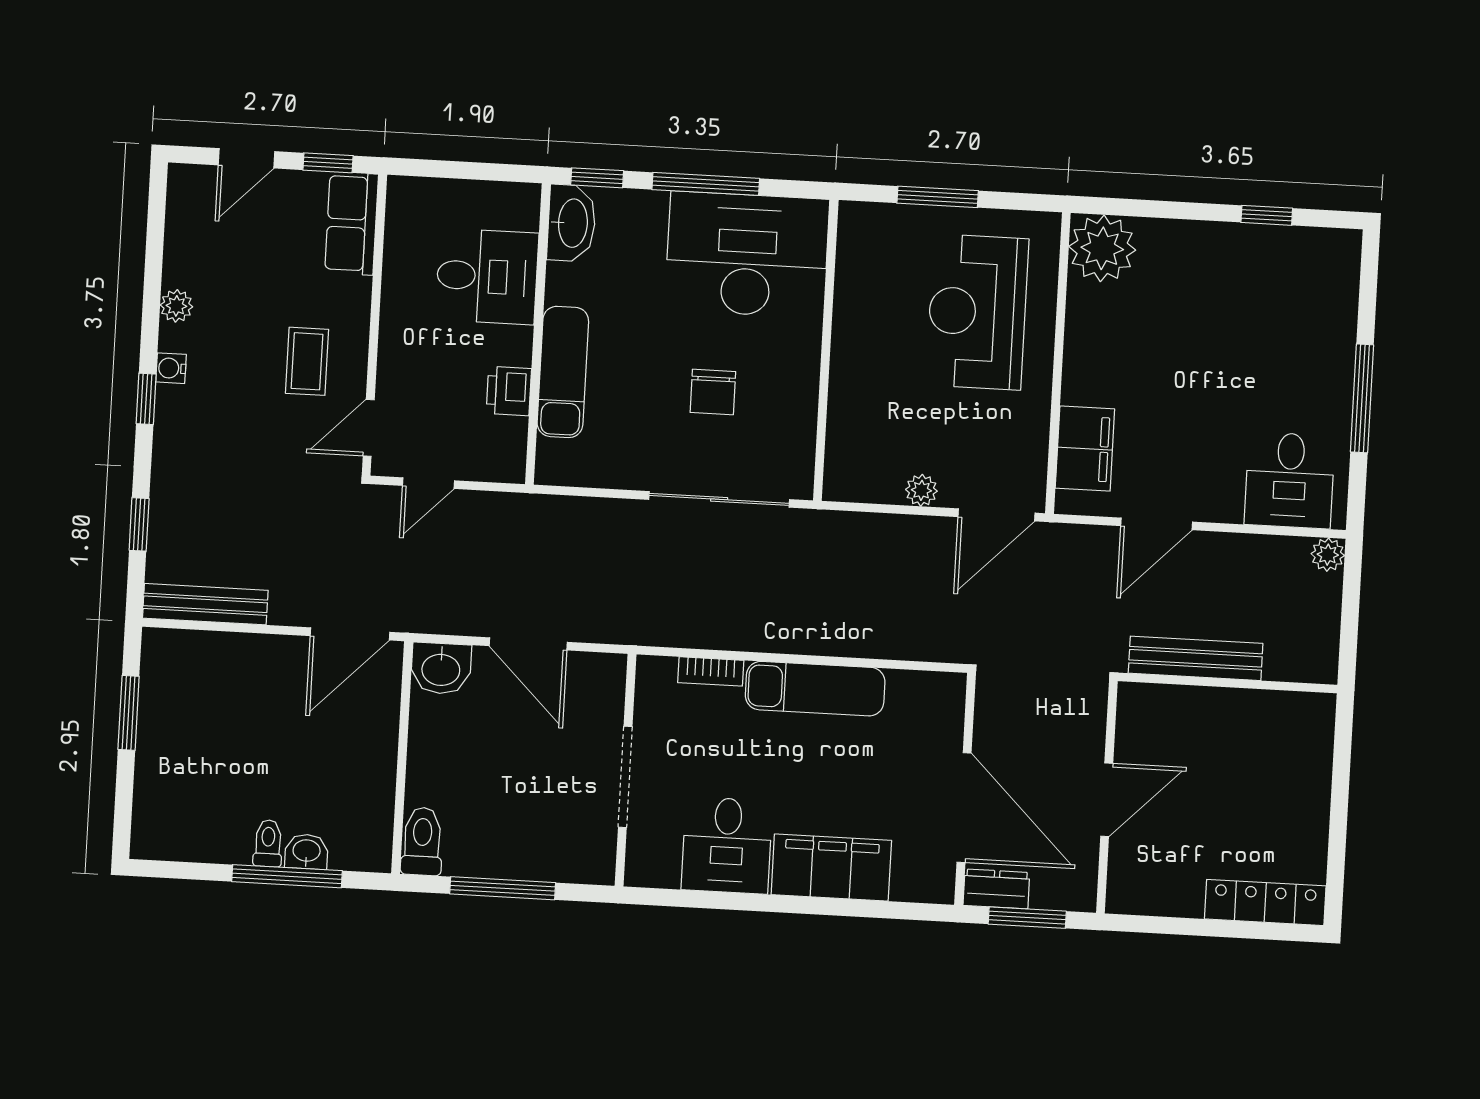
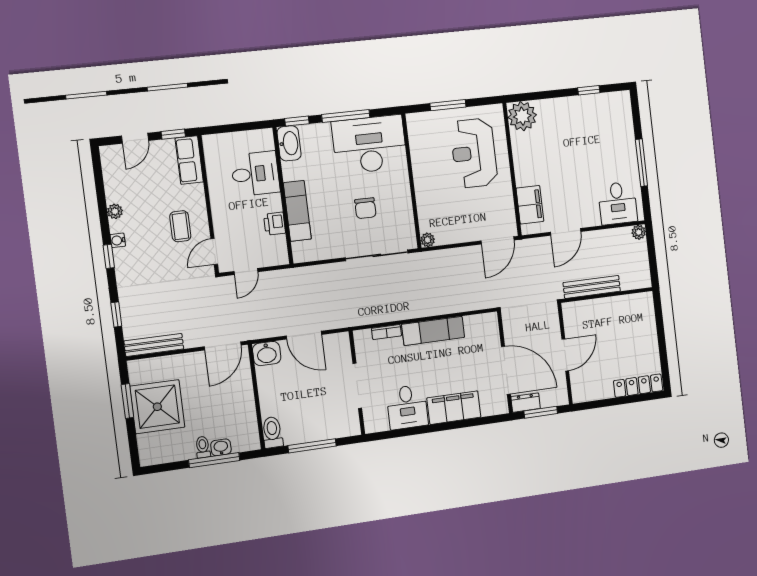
plant: (921, 490) -> (428, 240), moved
shower: (188, 737) -> (157, 407), added

